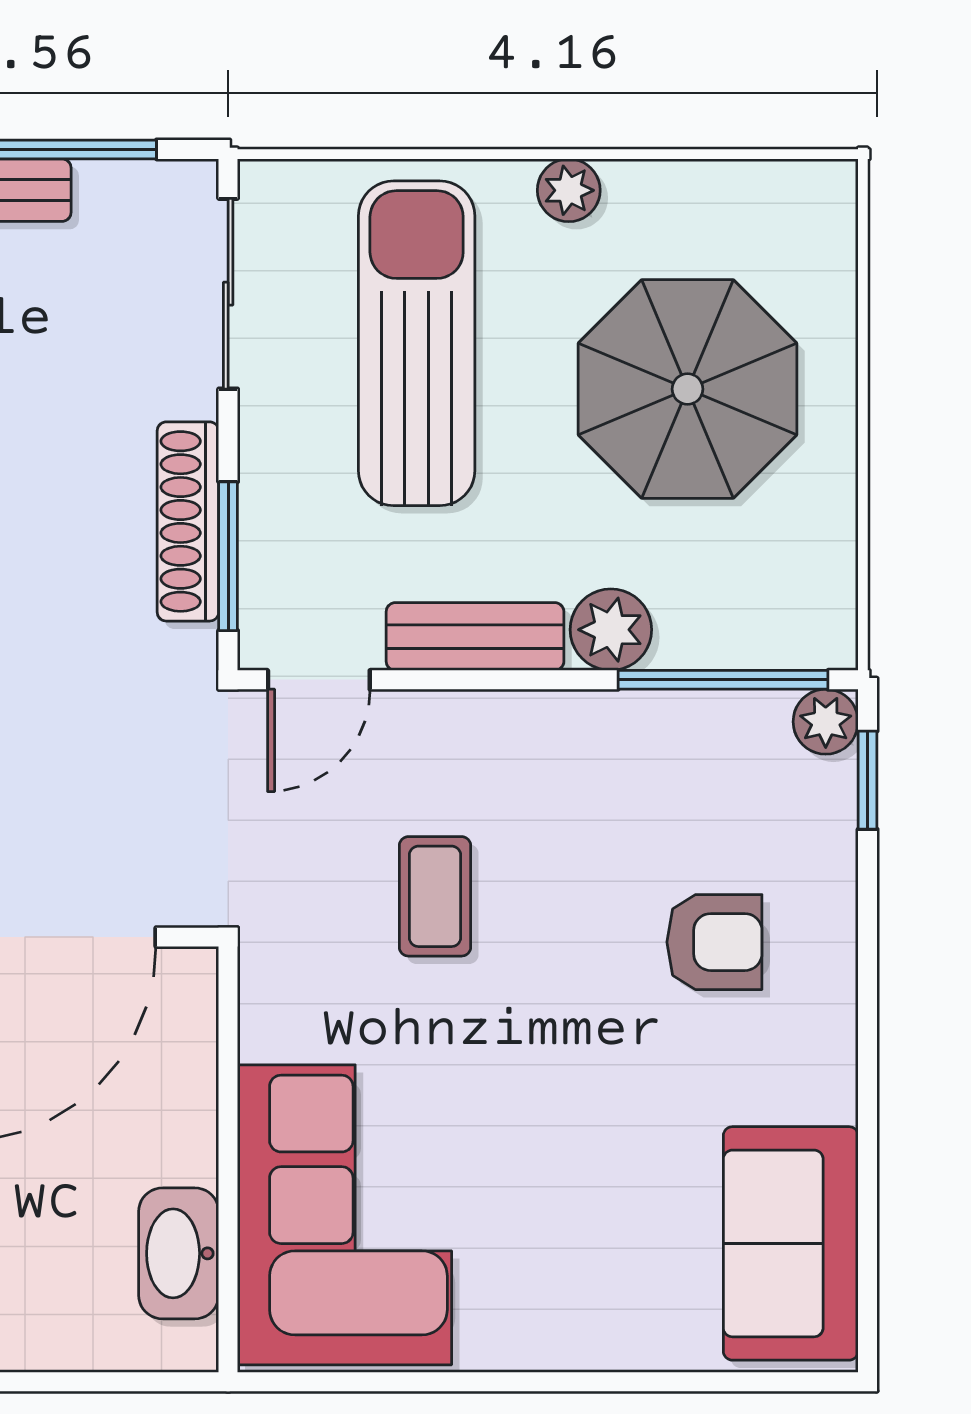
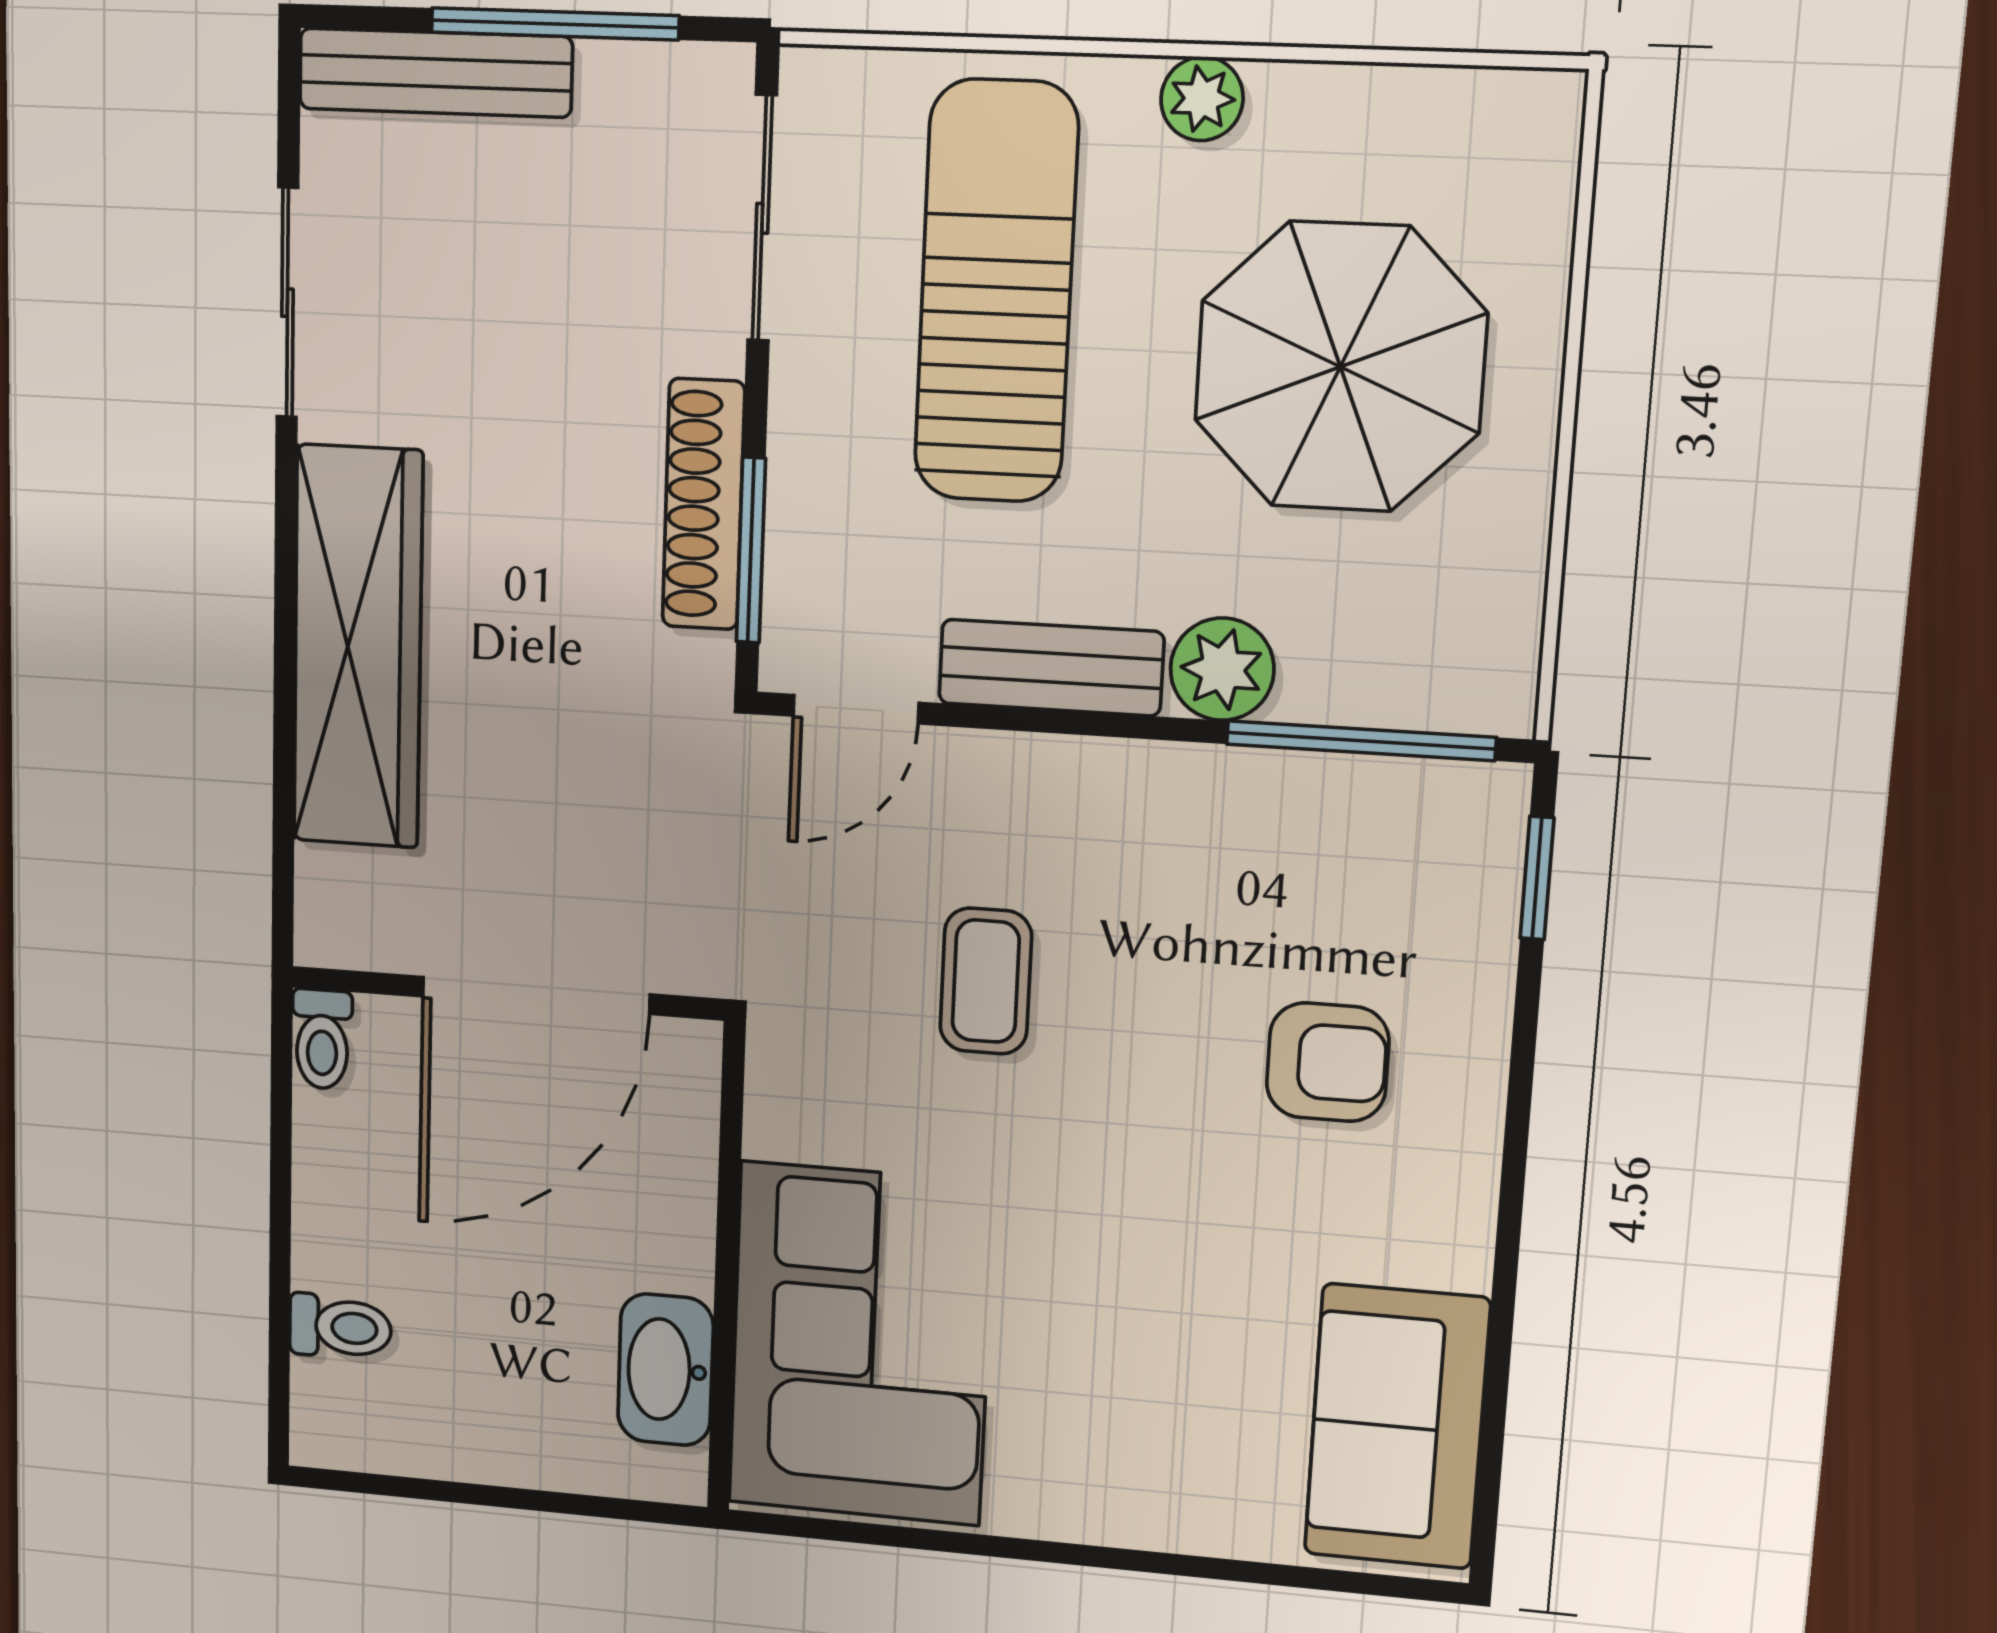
plant: (826, 722) -> (1489, 802), removed

